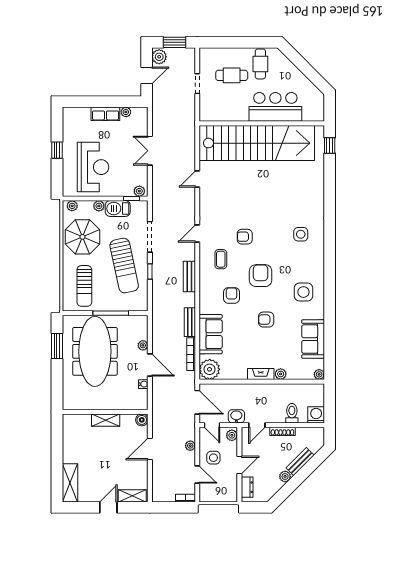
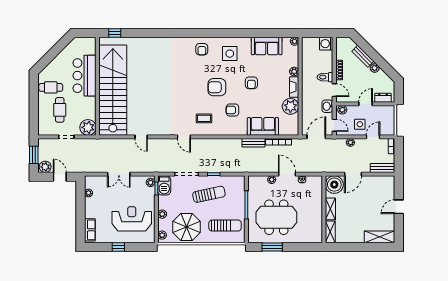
plant: (209, 111) -> (88, 127), added
row of seats: (105, 114) -> (90, 230), moved
barbecue: (118, 209) -> (164, 185), moved
side table: (301, 234) -> (184, 56), removed
armchair: (245, 237) -> (202, 49), moved
sun lounger: (124, 266) -> (209, 194), width x0.73, depth x0.75
bench: (189, 277) -> (383, 168), moved
meeting table: (95, 351) -> (276, 217), width x0.73
door: (150, 365) -> (287, 174), hinge flipped
plant: (210, 369) -> (290, 106), moved
toilet: (292, 413) -> (325, 77), moved
boiler: (142, 420) -> (334, 185), width x1.86, depth x1.86
door: (212, 425) -> (334, 125), hinge flipped
door: (150, 449) -> (353, 174), hinge flipped
door: (239, 465) -> (366, 104), hinge flipped
shelving: (132, 496) -> (330, 232), moved
door: (108, 507) -> (399, 207), hinge flipped

